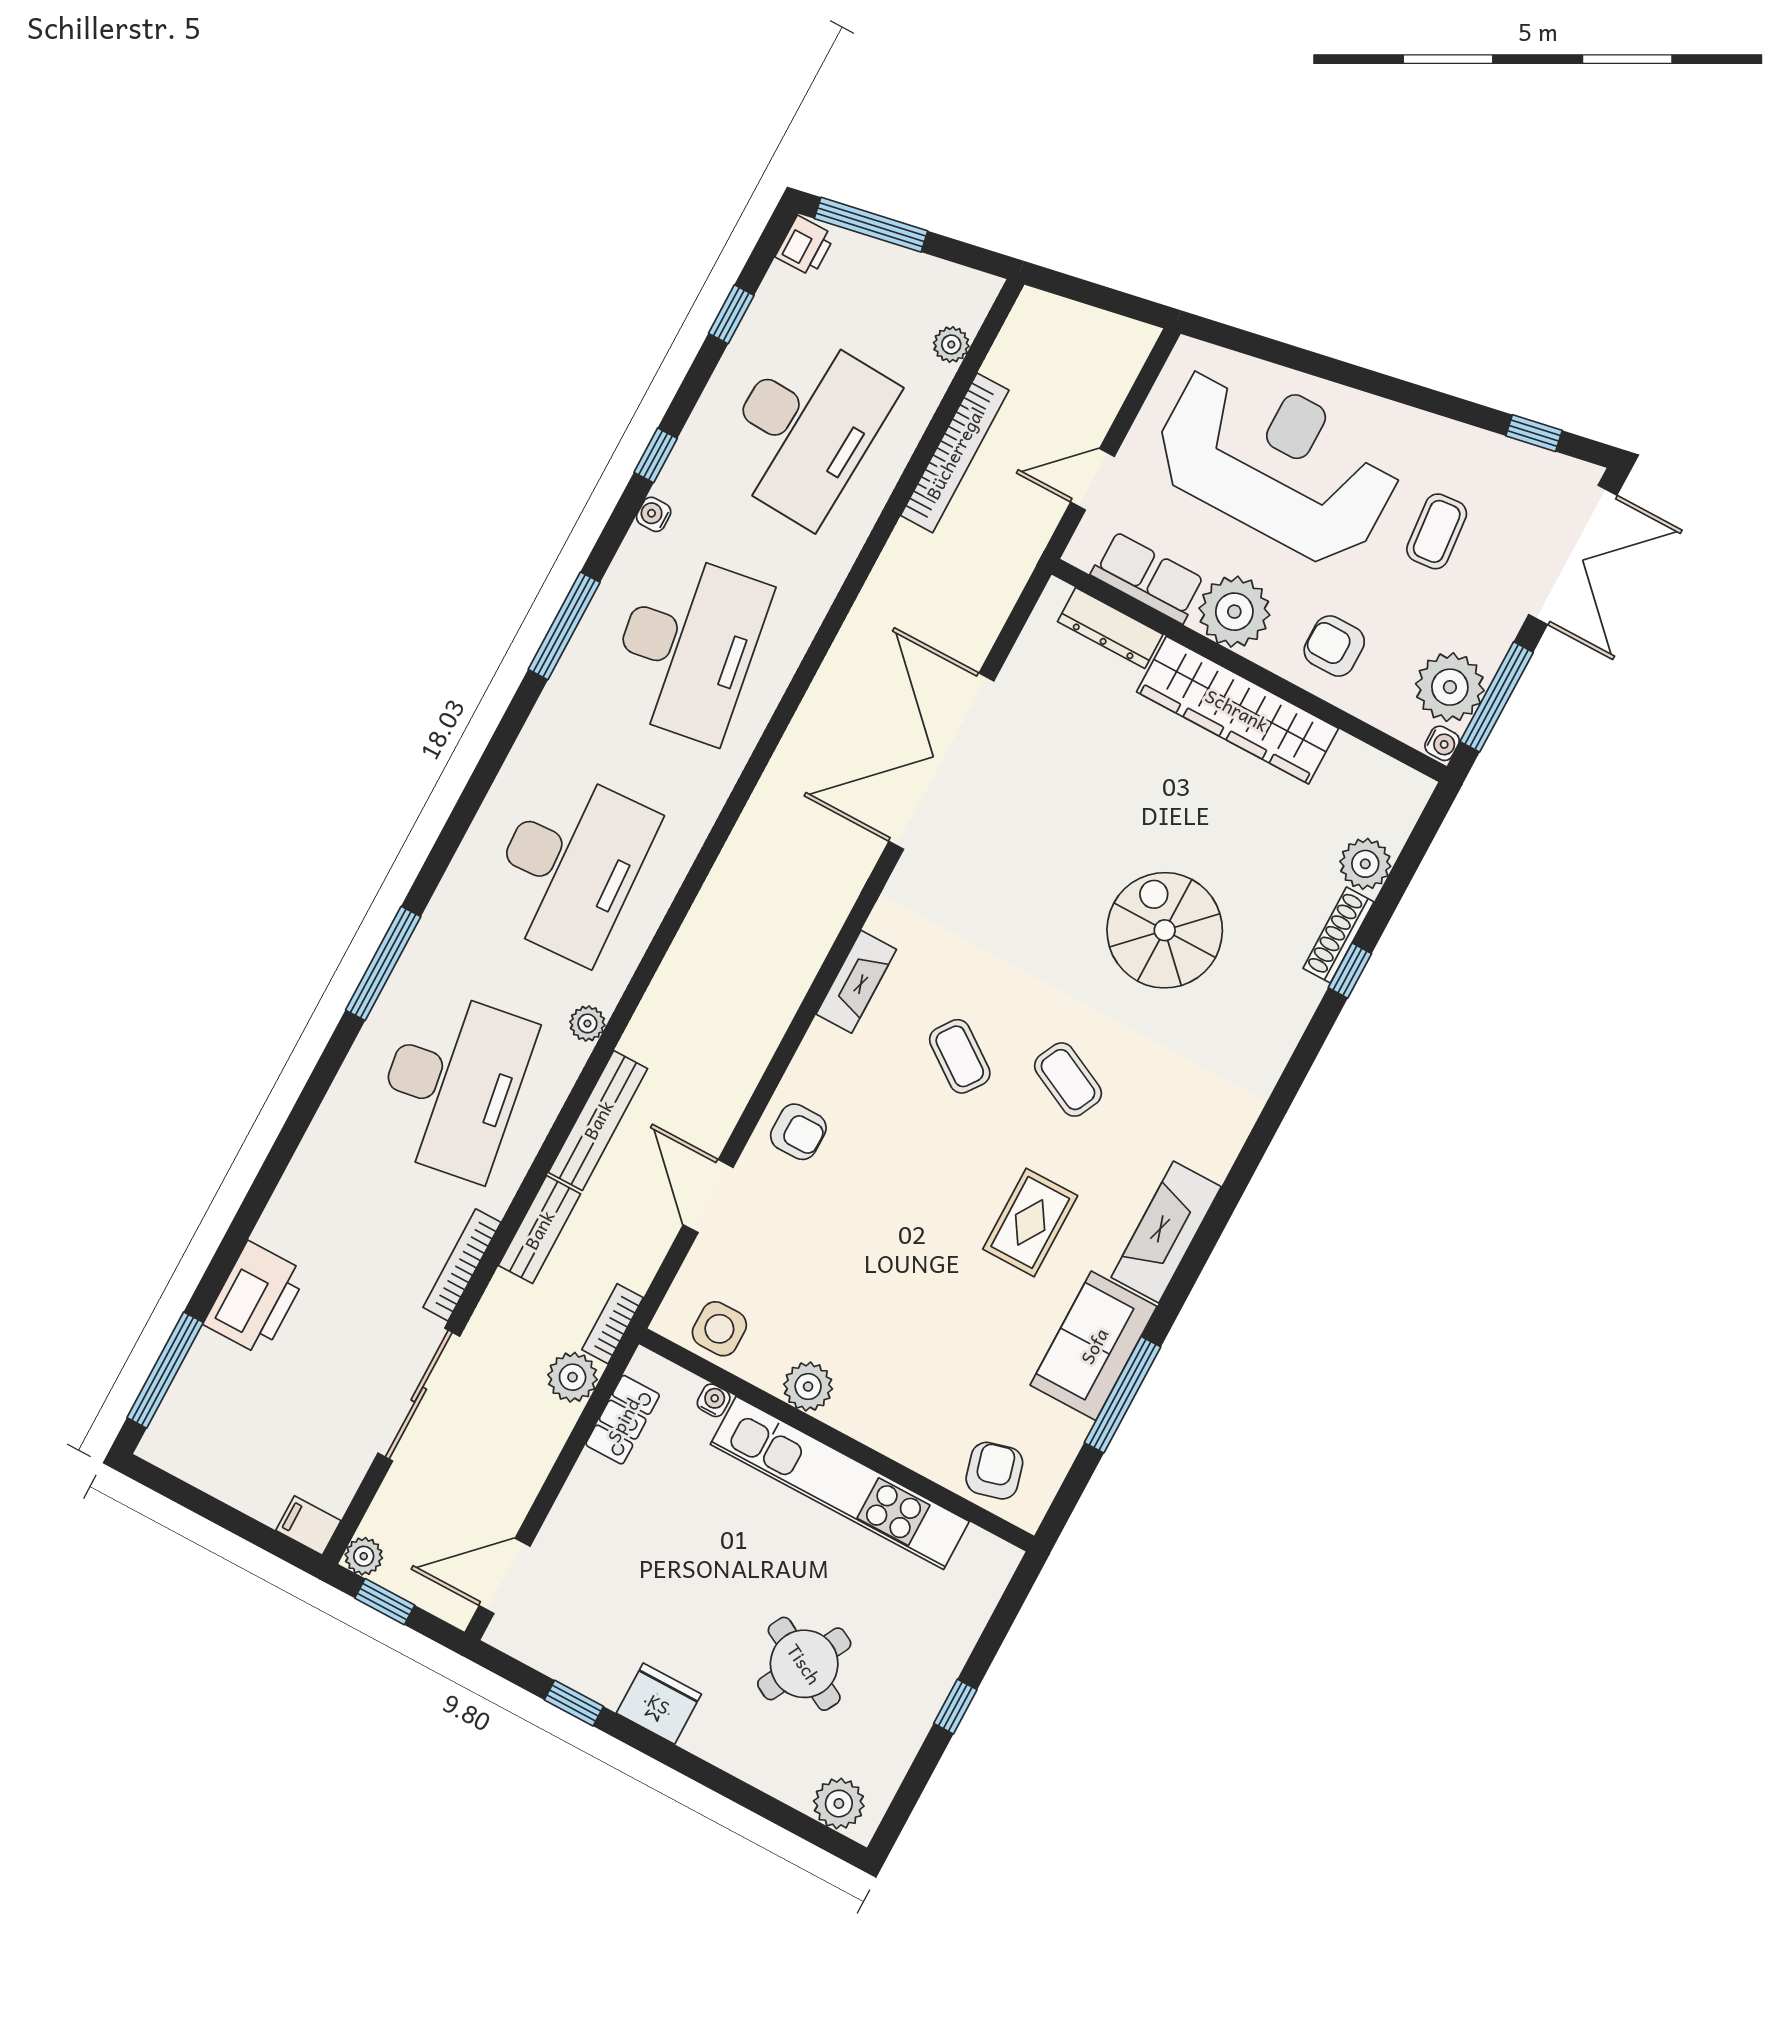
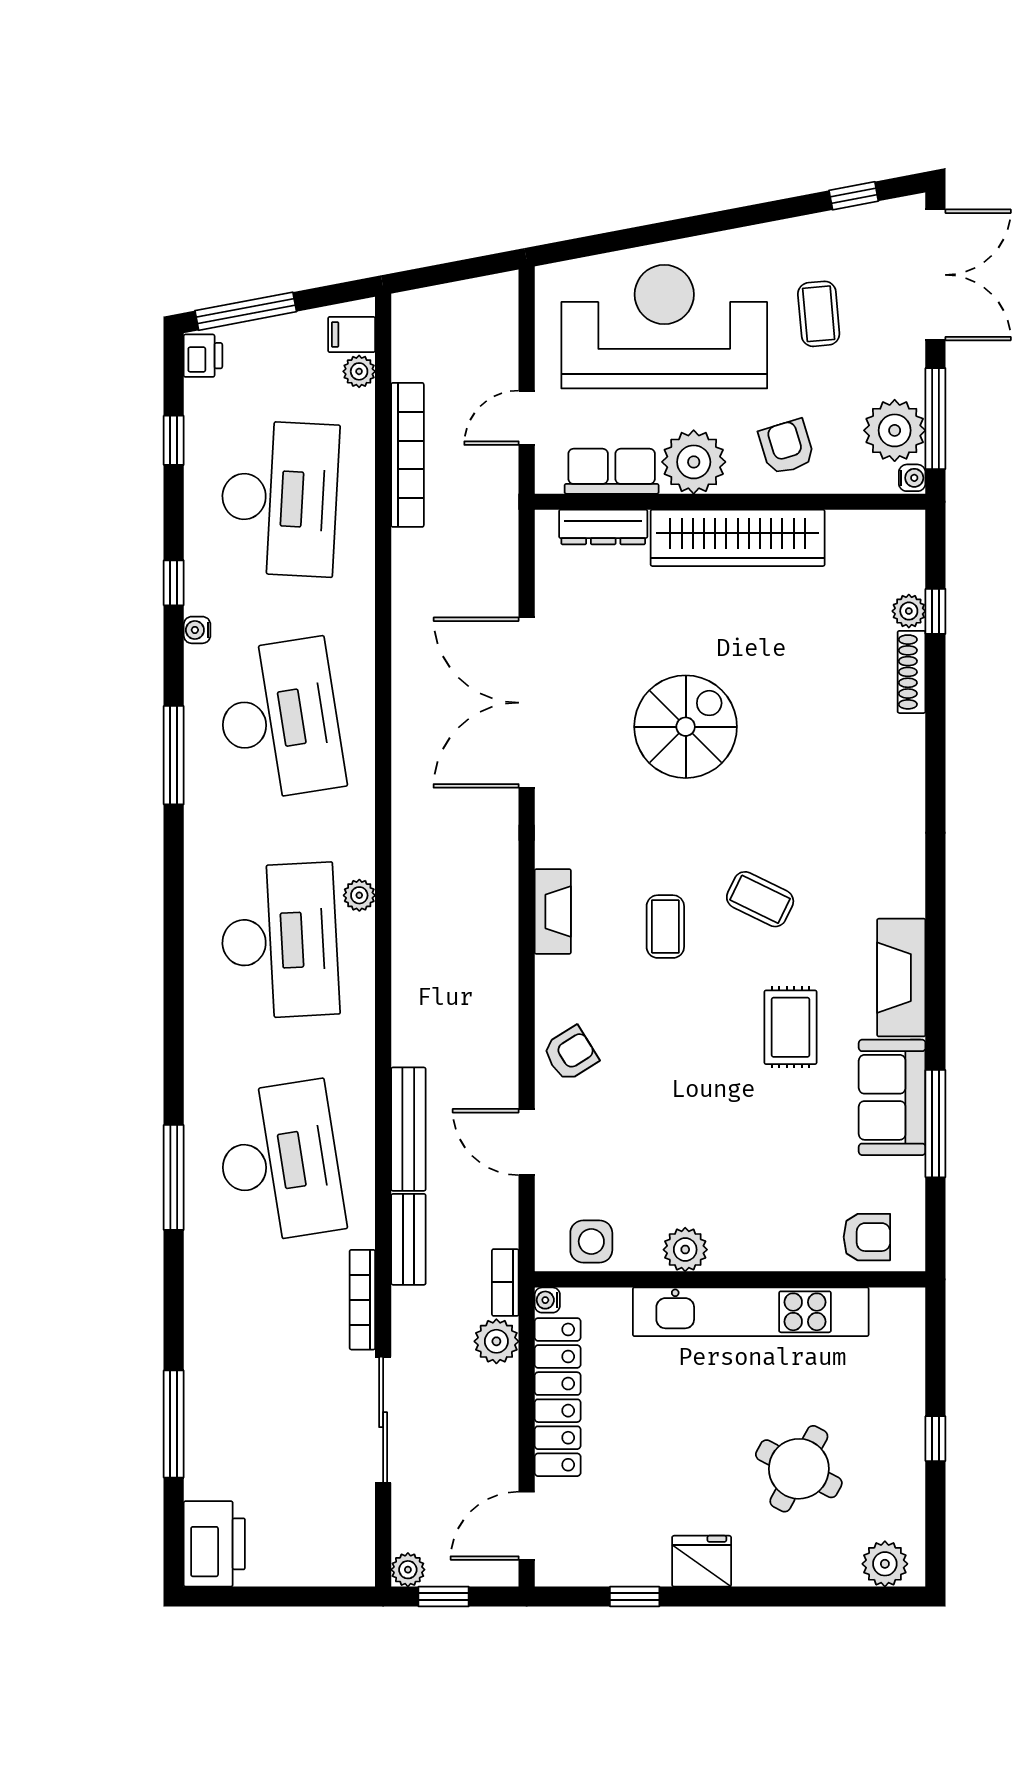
armchair: (1334, 646) -> (787, 447), turned 73
plant: (1365, 864) -> (909, 611), width x0.73, depth x0.73
spiral stairs: (1165, 930) -> (686, 727), moved, turned 90
window: (383, 963) -> (174, 1177), moved
window: (1350, 971) -> (935, 611), moved
plant: (587, 1023) -> (359, 895), moved
coffee table: (960, 1056) -> (665, 927), turned 54
armchair: (798, 1132) -> (570, 1054), turned -32
printer: (255, 1298) -> (214, 1544), moved
window: (165, 1370) -> (174, 1424), moved
water cooler: (714, 1400) -> (547, 1300), moved, turned -90
locker: (623, 1420) -> (558, 1397), width x2.16, depth x1.21
armchair: (994, 1471) -> (867, 1237), turned 105
filing cabinet: (308, 1526) -> (352, 335), moved

